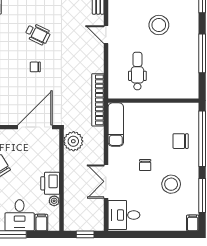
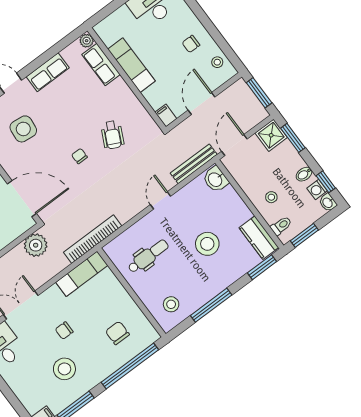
stool: (181, 80) -> (171, 304), added
chair: (181, 141) -> (117, 333), moved

